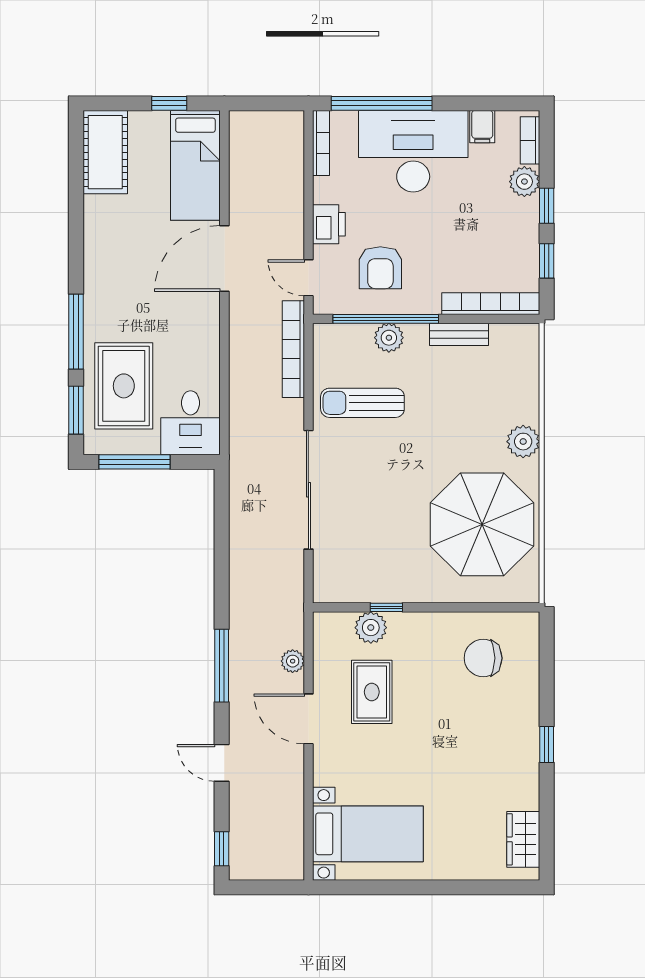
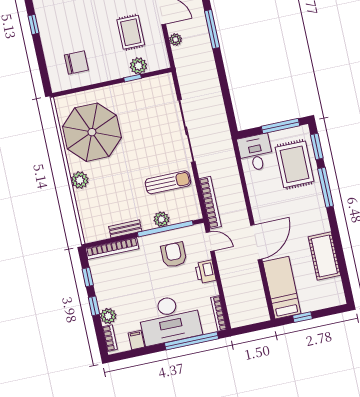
cot: (105, 152) -> (324, 256), moved

